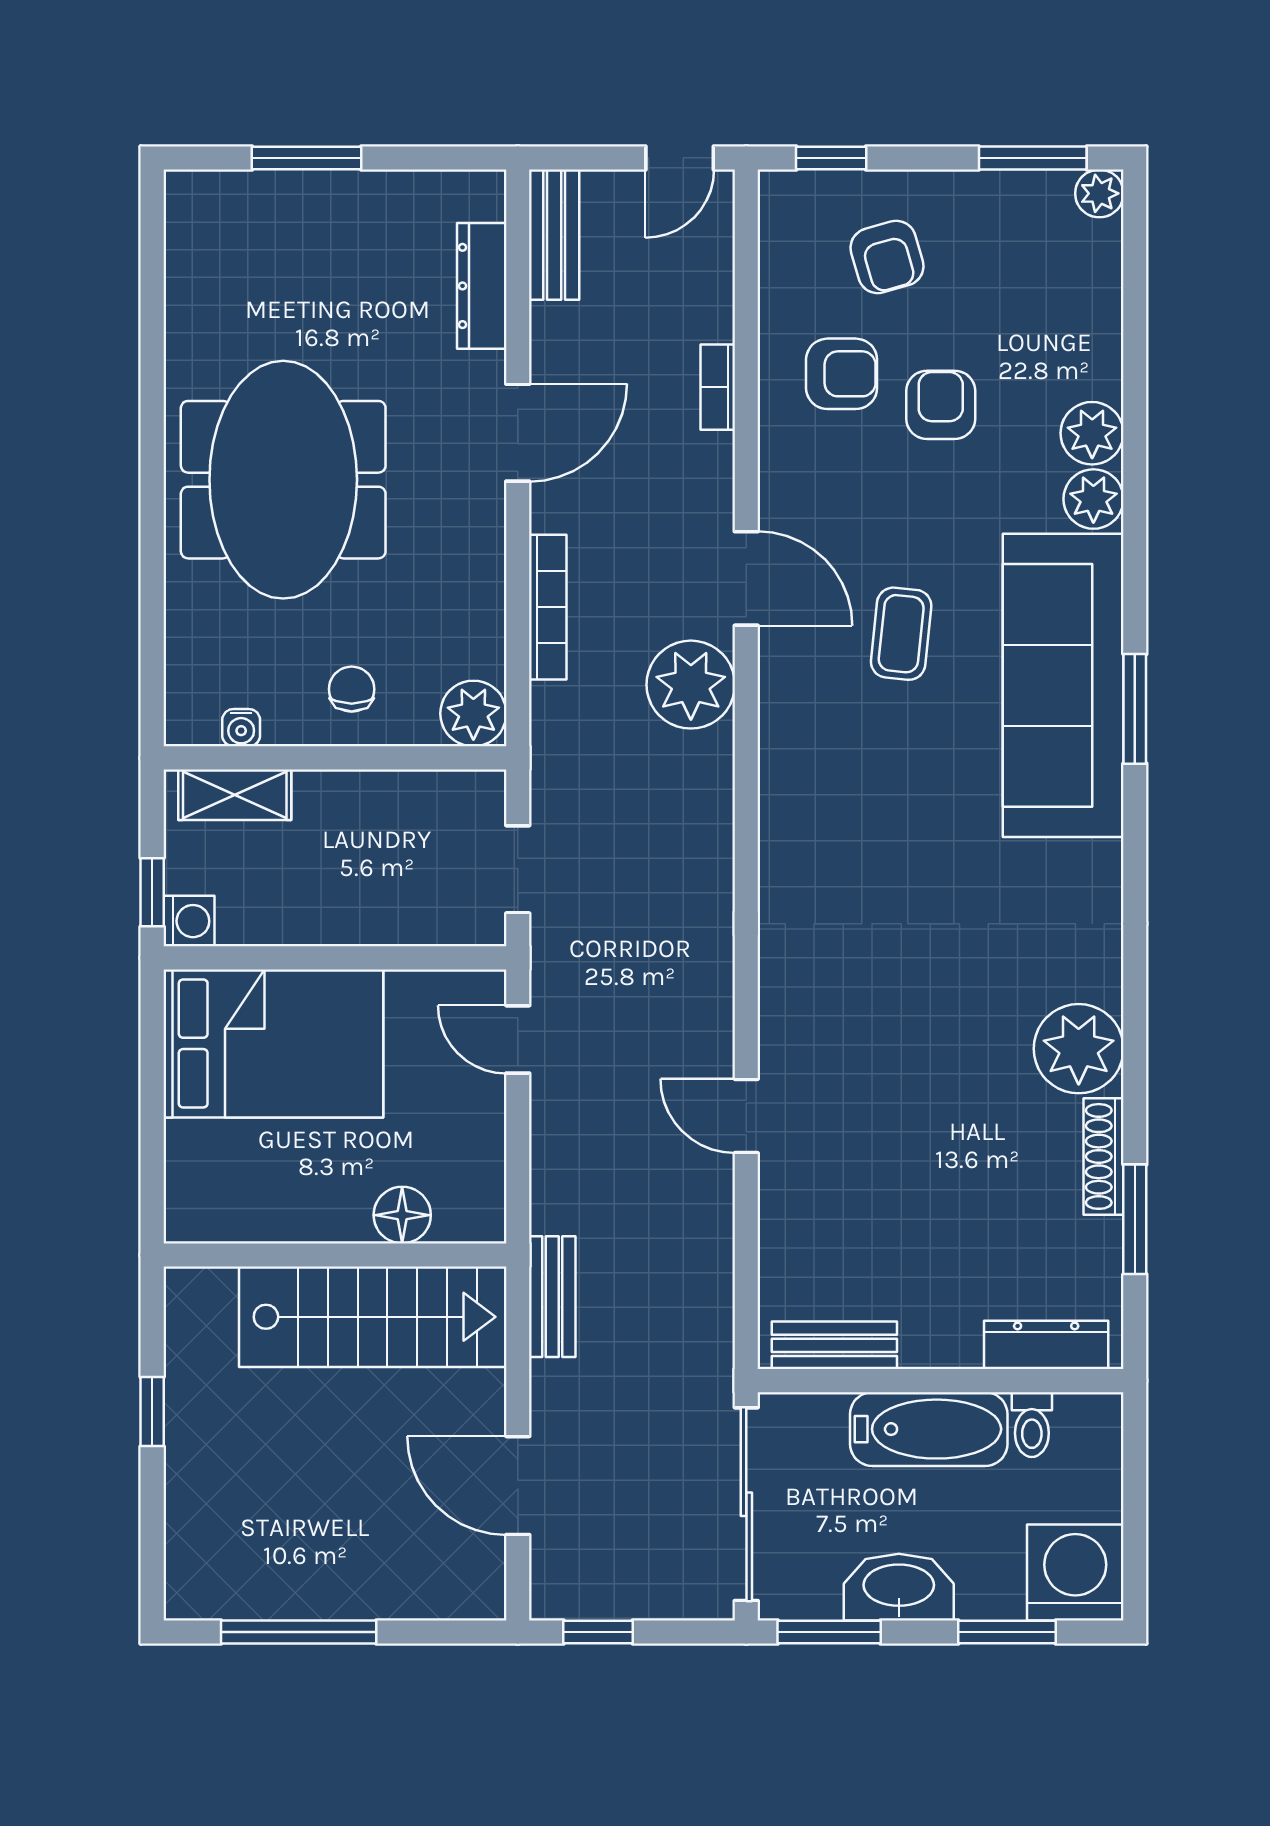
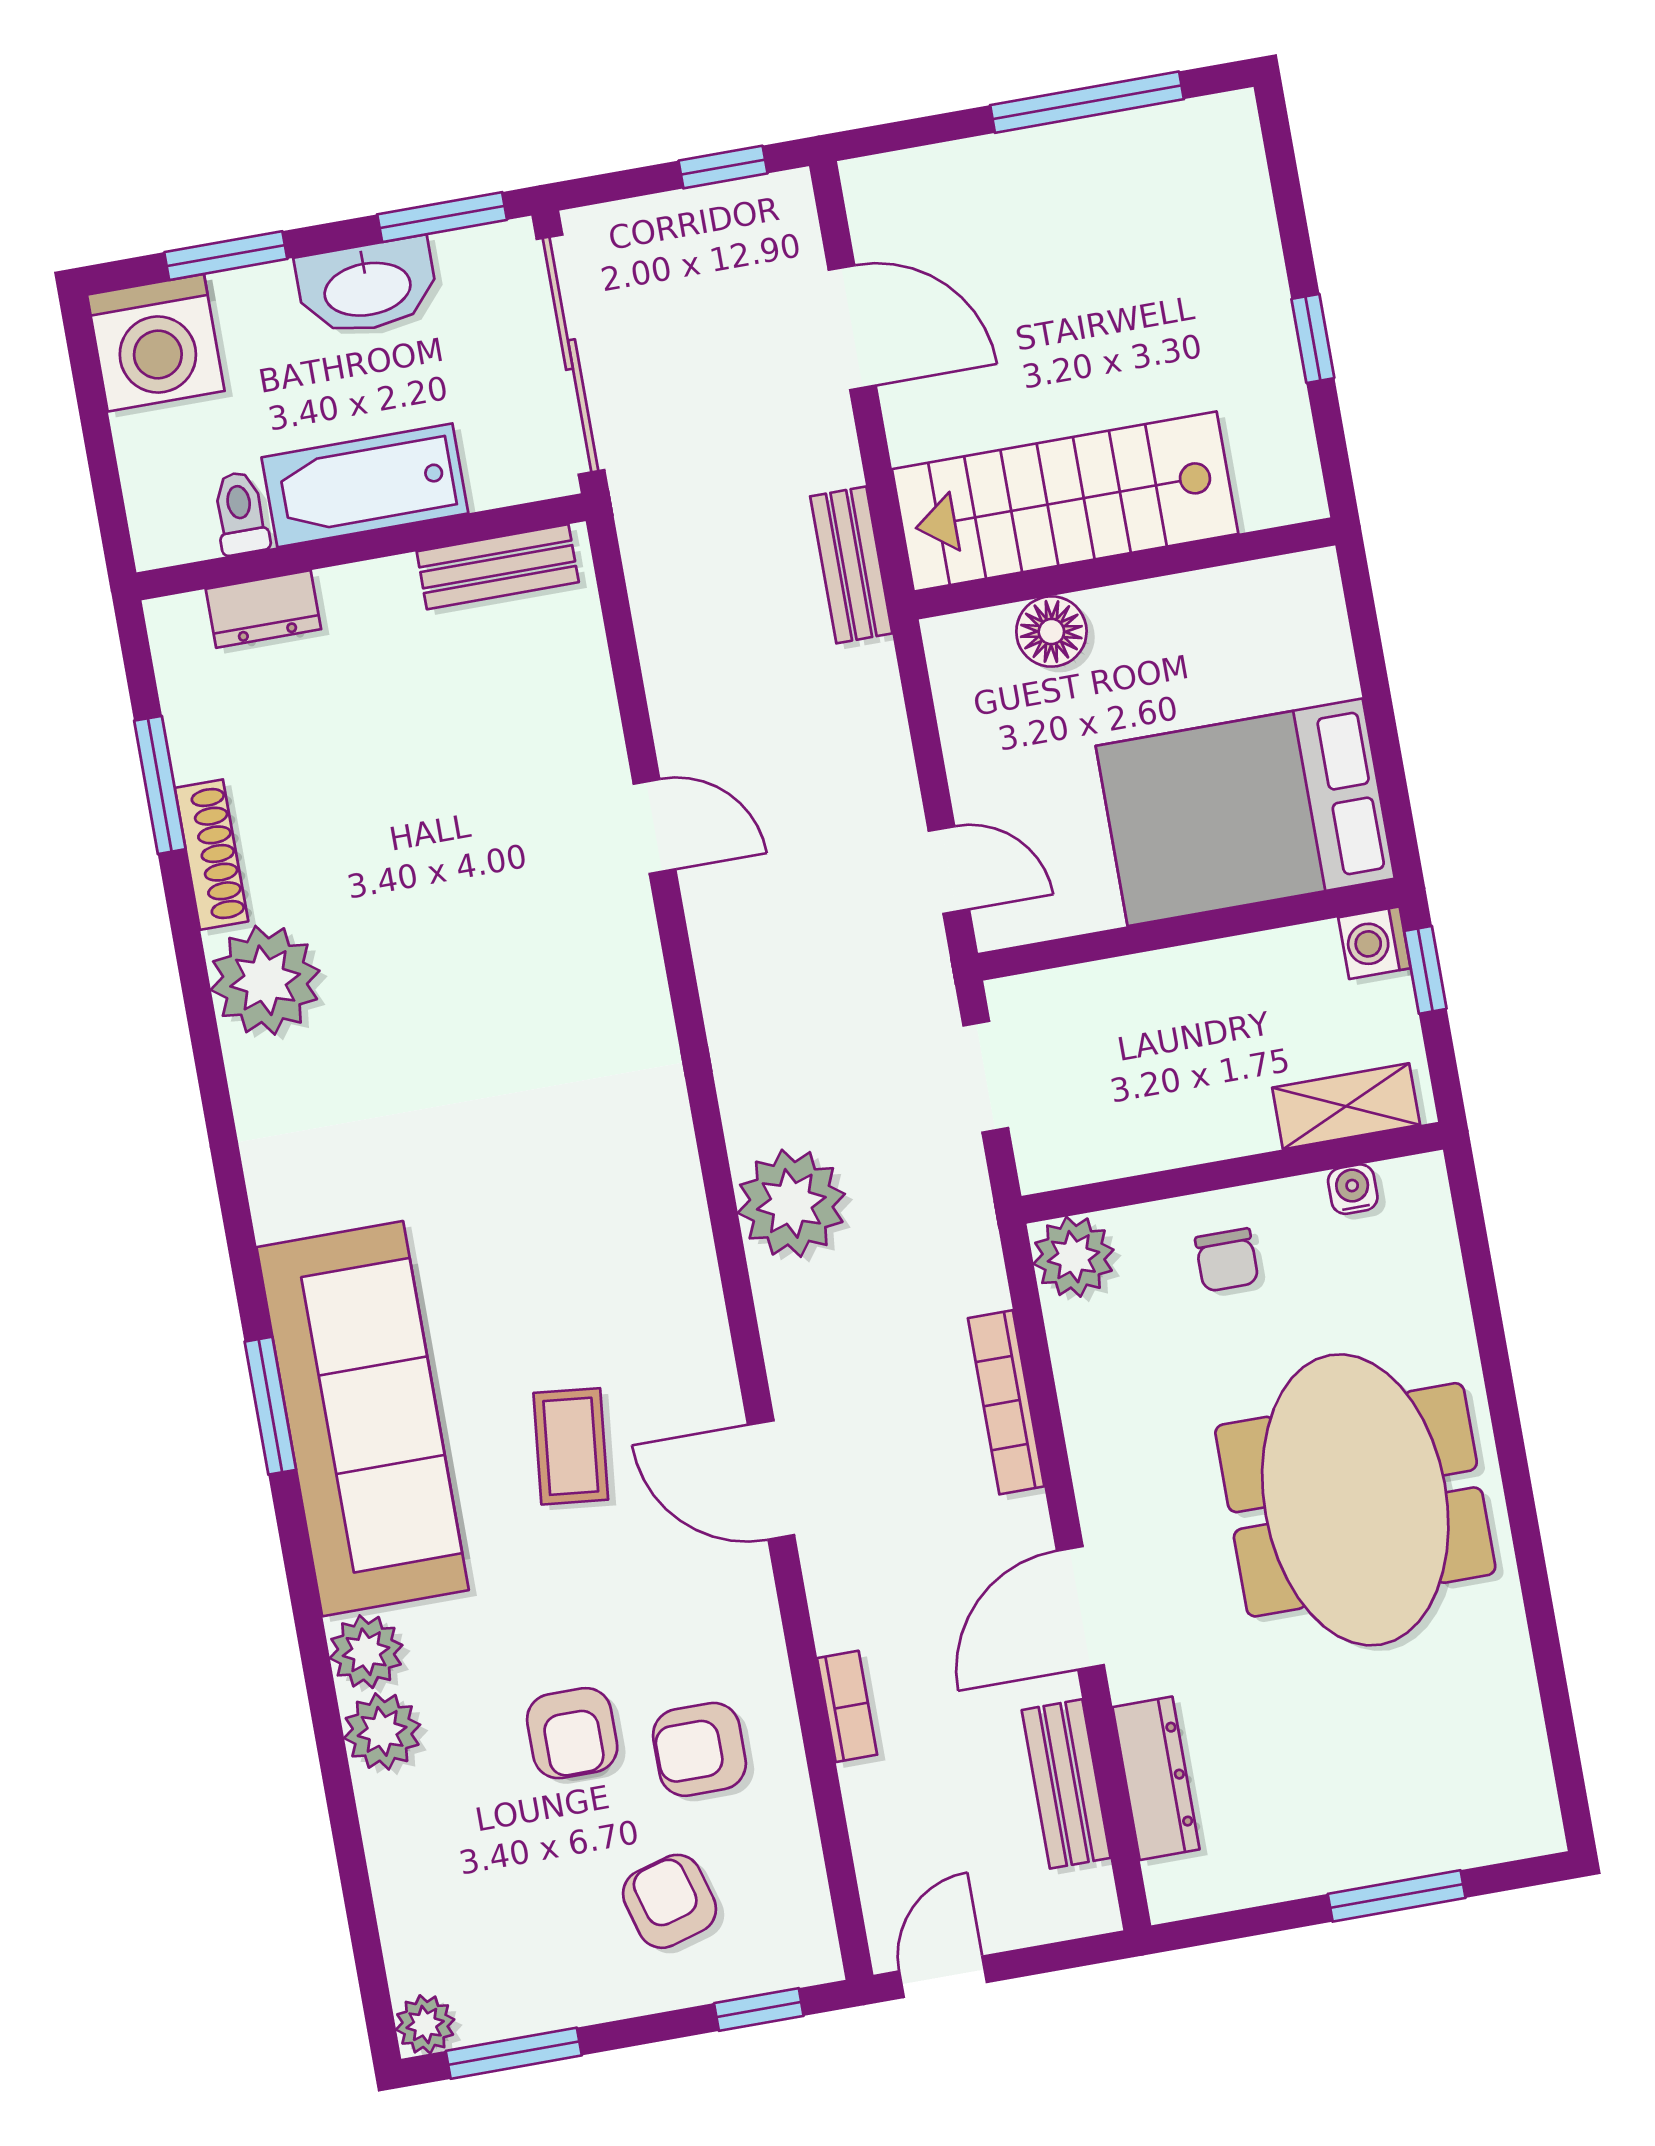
bench: (554, 235) -> (1066, 1784), moved
plant: (691, 685) -> (791, 1203), moved
dresser: (1046, 1345) -> (263, 609), width x0.70

